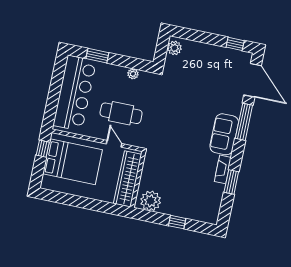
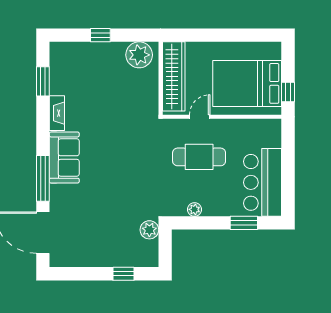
window: (235, 44) -> (123, 274), moved
plant: (174, 48) -> (149, 230), moved
bar counter: (75, 93) -> (263, 182), width x0.73
door: (114, 144) -> (200, 117), swing flipped
window: (231, 182) -> (43, 81), moved

